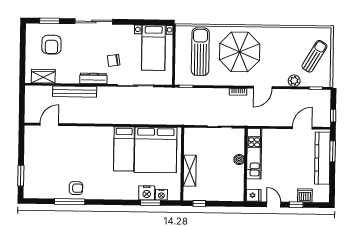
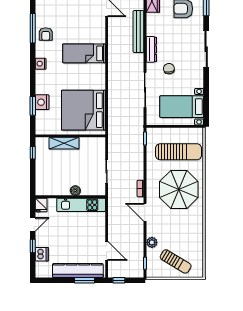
bed: (124, 149) -> (84, 53), moved
nightstand: (161, 195) -> (41, 64), moved

